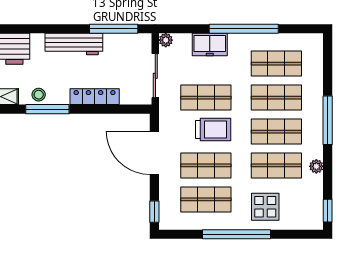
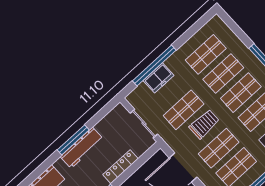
window: (114, 29) -> (73, 140), moved
window: (244, 29) -> (154, 65), moved
plant: (166, 40) -> (131, 98), removed

